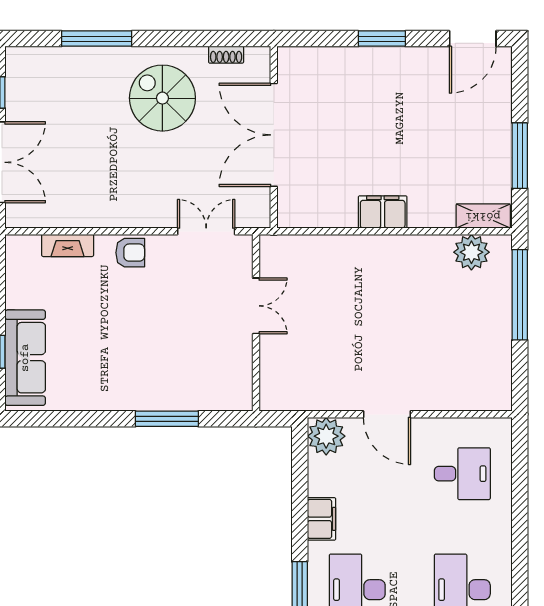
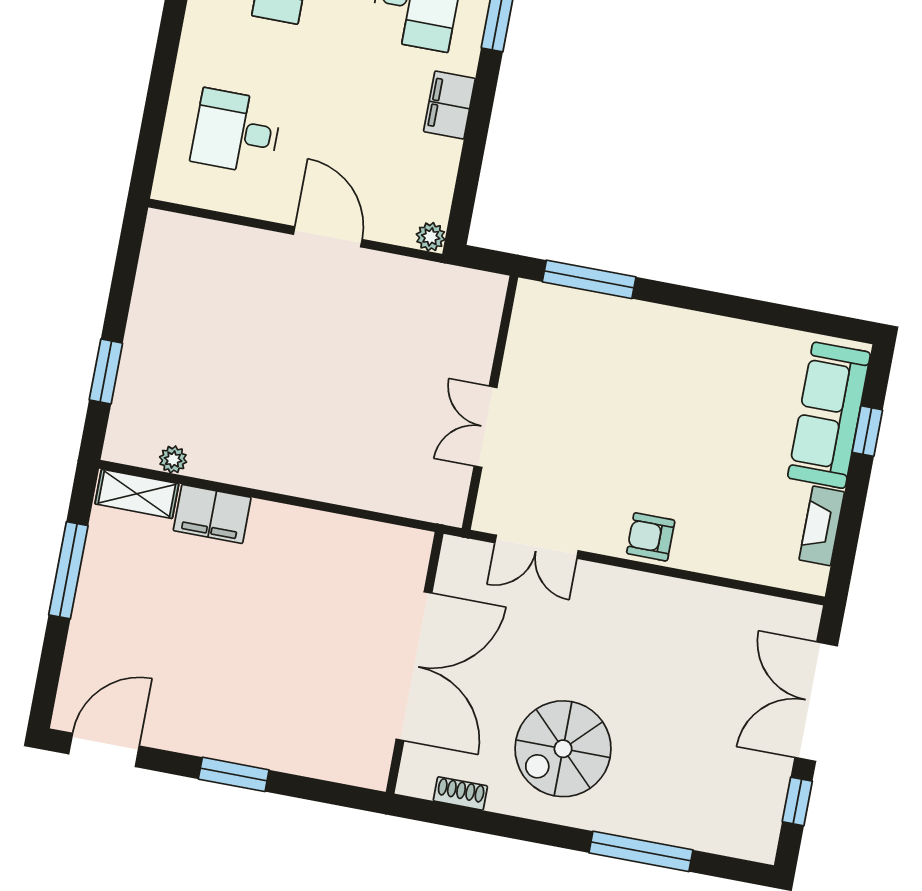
spiral stairs: (162, 98) -> (563, 749), turned 90
filing cabinet: (383, 212) -> (212, 514), moved
fireplace: (68, 245) -> (822, 526), moved, turned -90
plant: (471, 252) -> (173, 459), width x0.53, depth x0.53
window: (520, 295) -> (106, 371), width x0.47
window: (167, 419) -> (589, 279), moved
plant: (326, 436) -> (431, 237), width x0.53, depth x0.53

